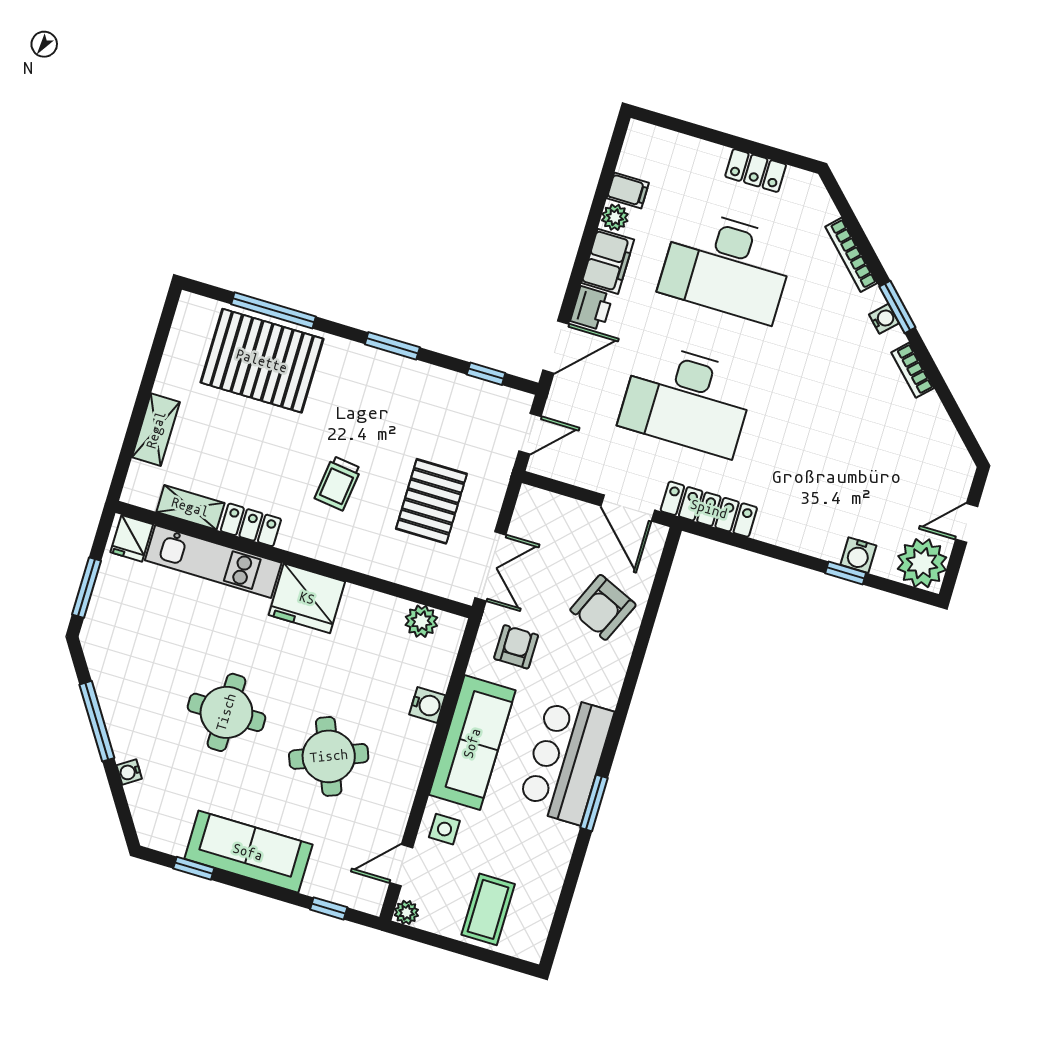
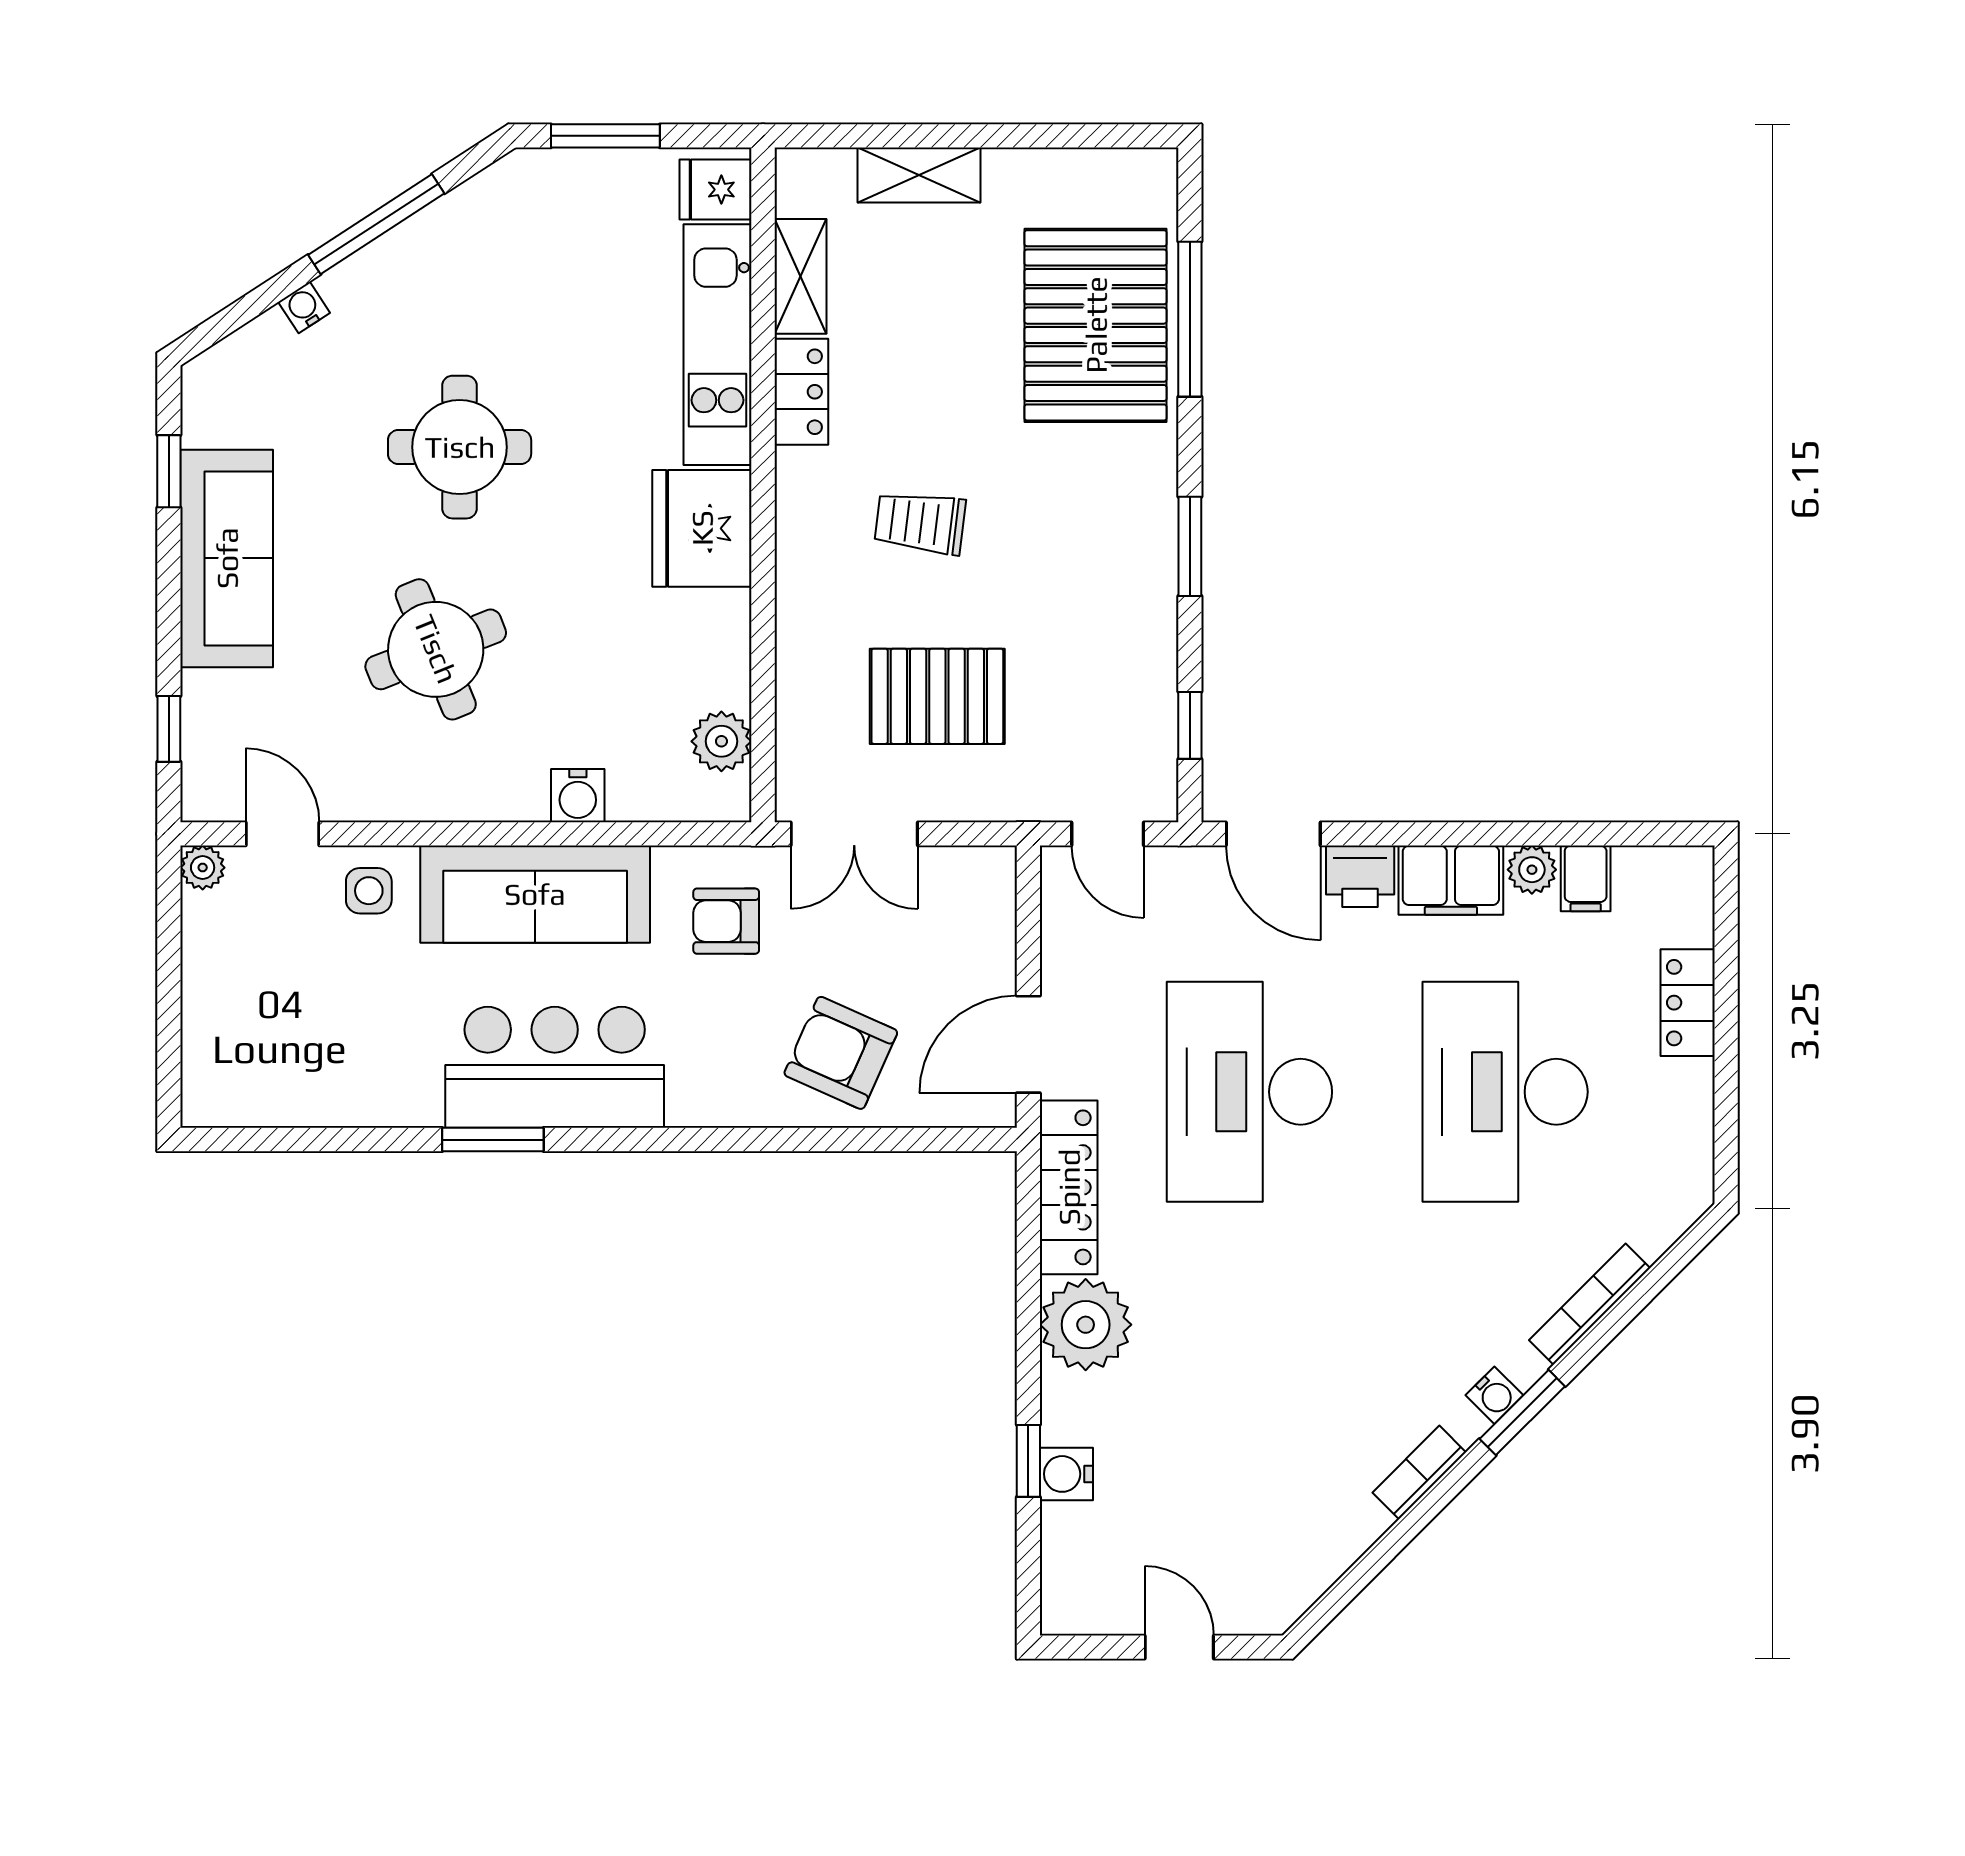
locker: (756, 171) -> (1688, 1003), moved
plant: (922, 563) -> (1086, 1325), moved
armchair: (516, 647) -> (726, 921), turned 180
coffee table: (488, 909) -> (251, 1009), removed

